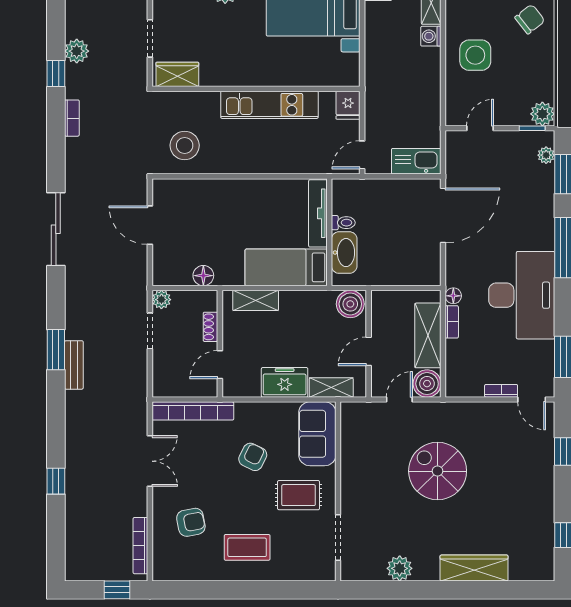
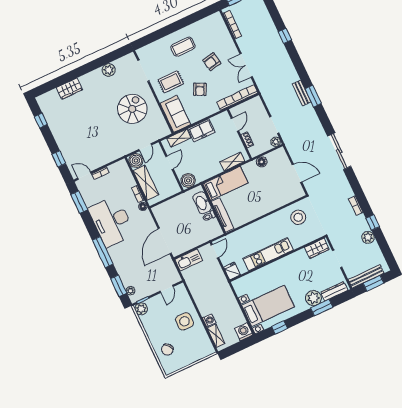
spiral stairs: (438, 471) -> (132, 109), moved, turned -90
armchair: (191, 522) -> (212, 62), moved
wardrobe: (474, 568) -> (69, 89), width x0.67

